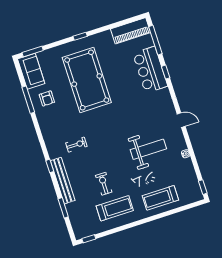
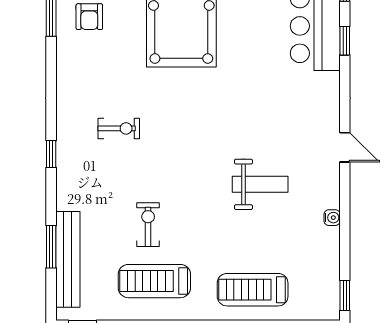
weight bench: (148, 149) -> (260, 184), width x0.73, depth x0.75
bench: (63, 181) -> (68, 259), moved
treadmill: (115, 208) -> (154, 281), turned 180

